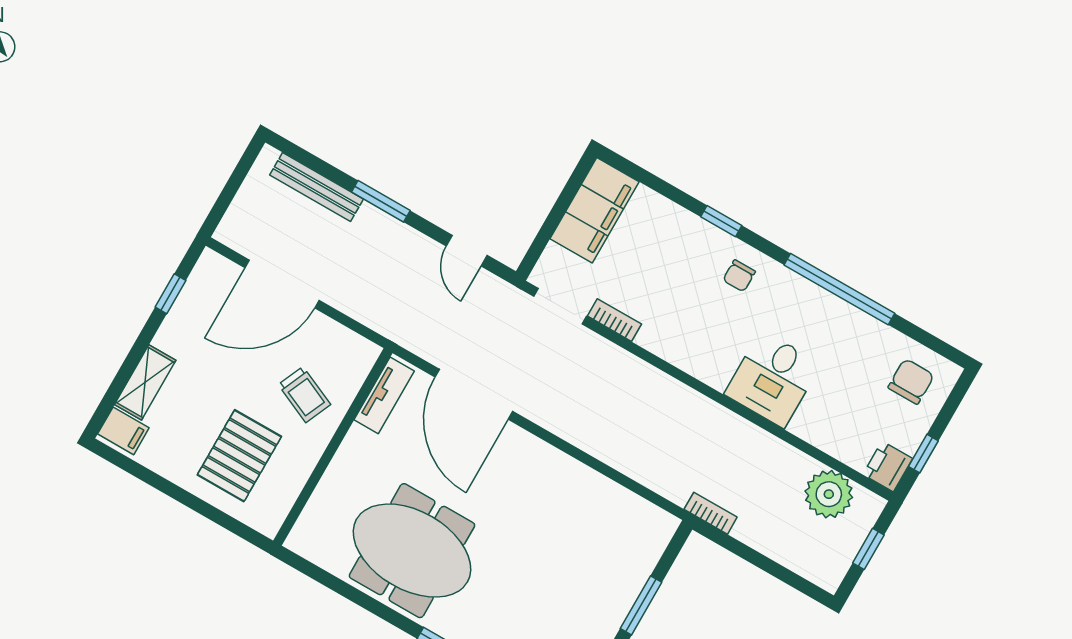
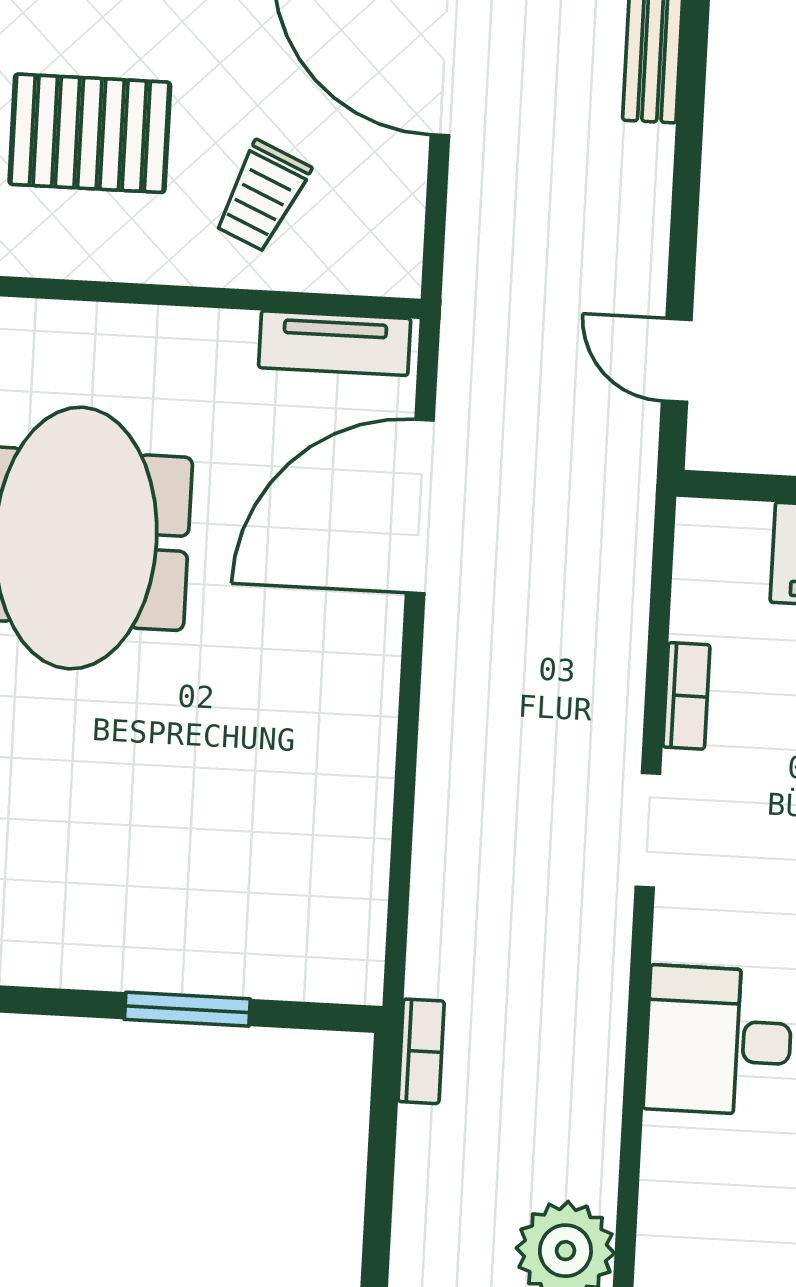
window: (381, 201) -> (688, 157), removed
door: (467, 251) -> (677, 360), hinge flipped
doorway: (560, 306) -> (648, 830), moved

